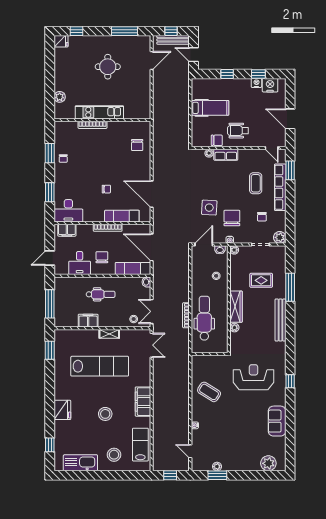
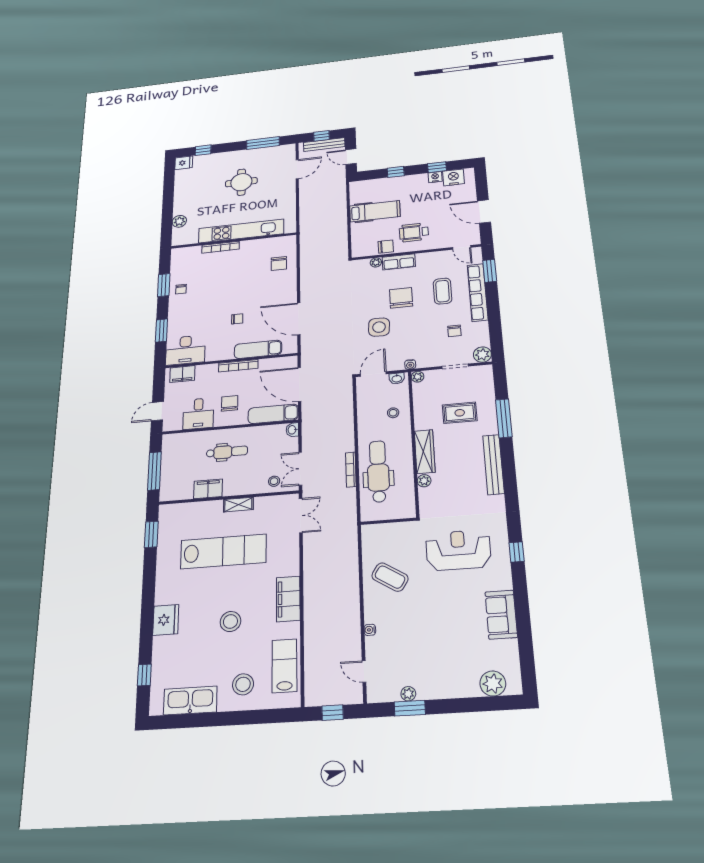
kitchen unit: (99, 112) -> (241, 231), width x1.36
chair: (232, 218) -> (401, 298), moved

